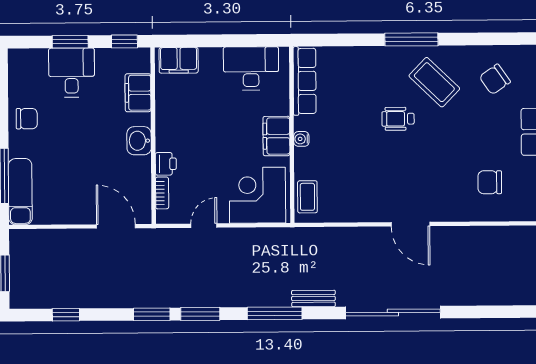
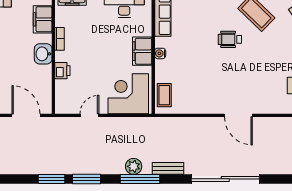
bookcase: (162, 193) -> (59, 39), moved
plant: (266, 296) -> (134, 166), added

